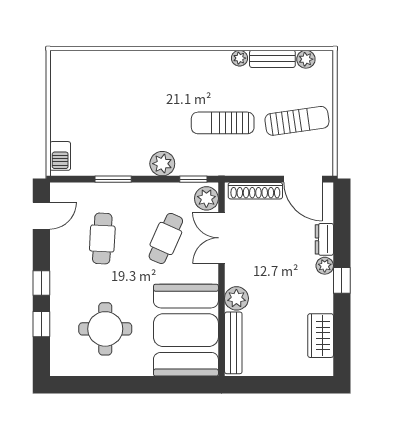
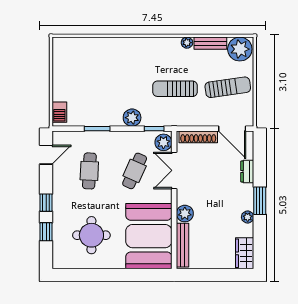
plant: (306, 59) -> (240, 49), width x1.88, depth x1.88
plant: (325, 266) -> (248, 217), moved
window: (342, 280) -> (260, 201), width x1.50
wardrobe: (321, 336) -> (245, 253), moved

